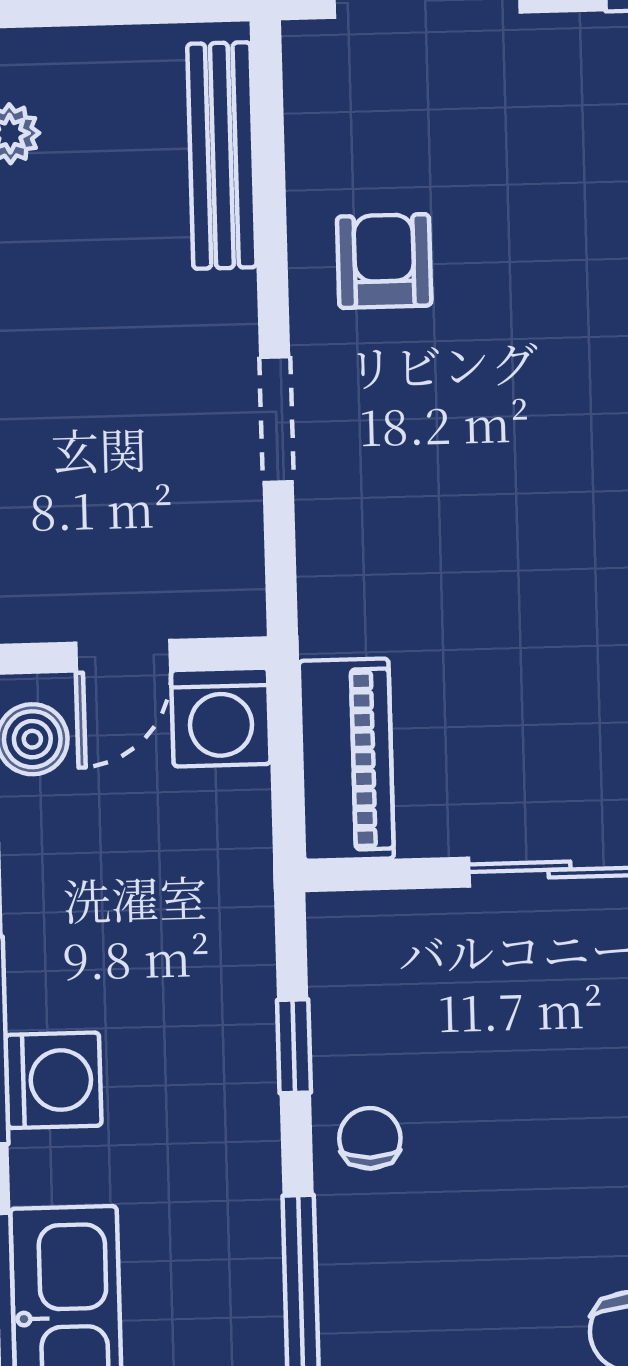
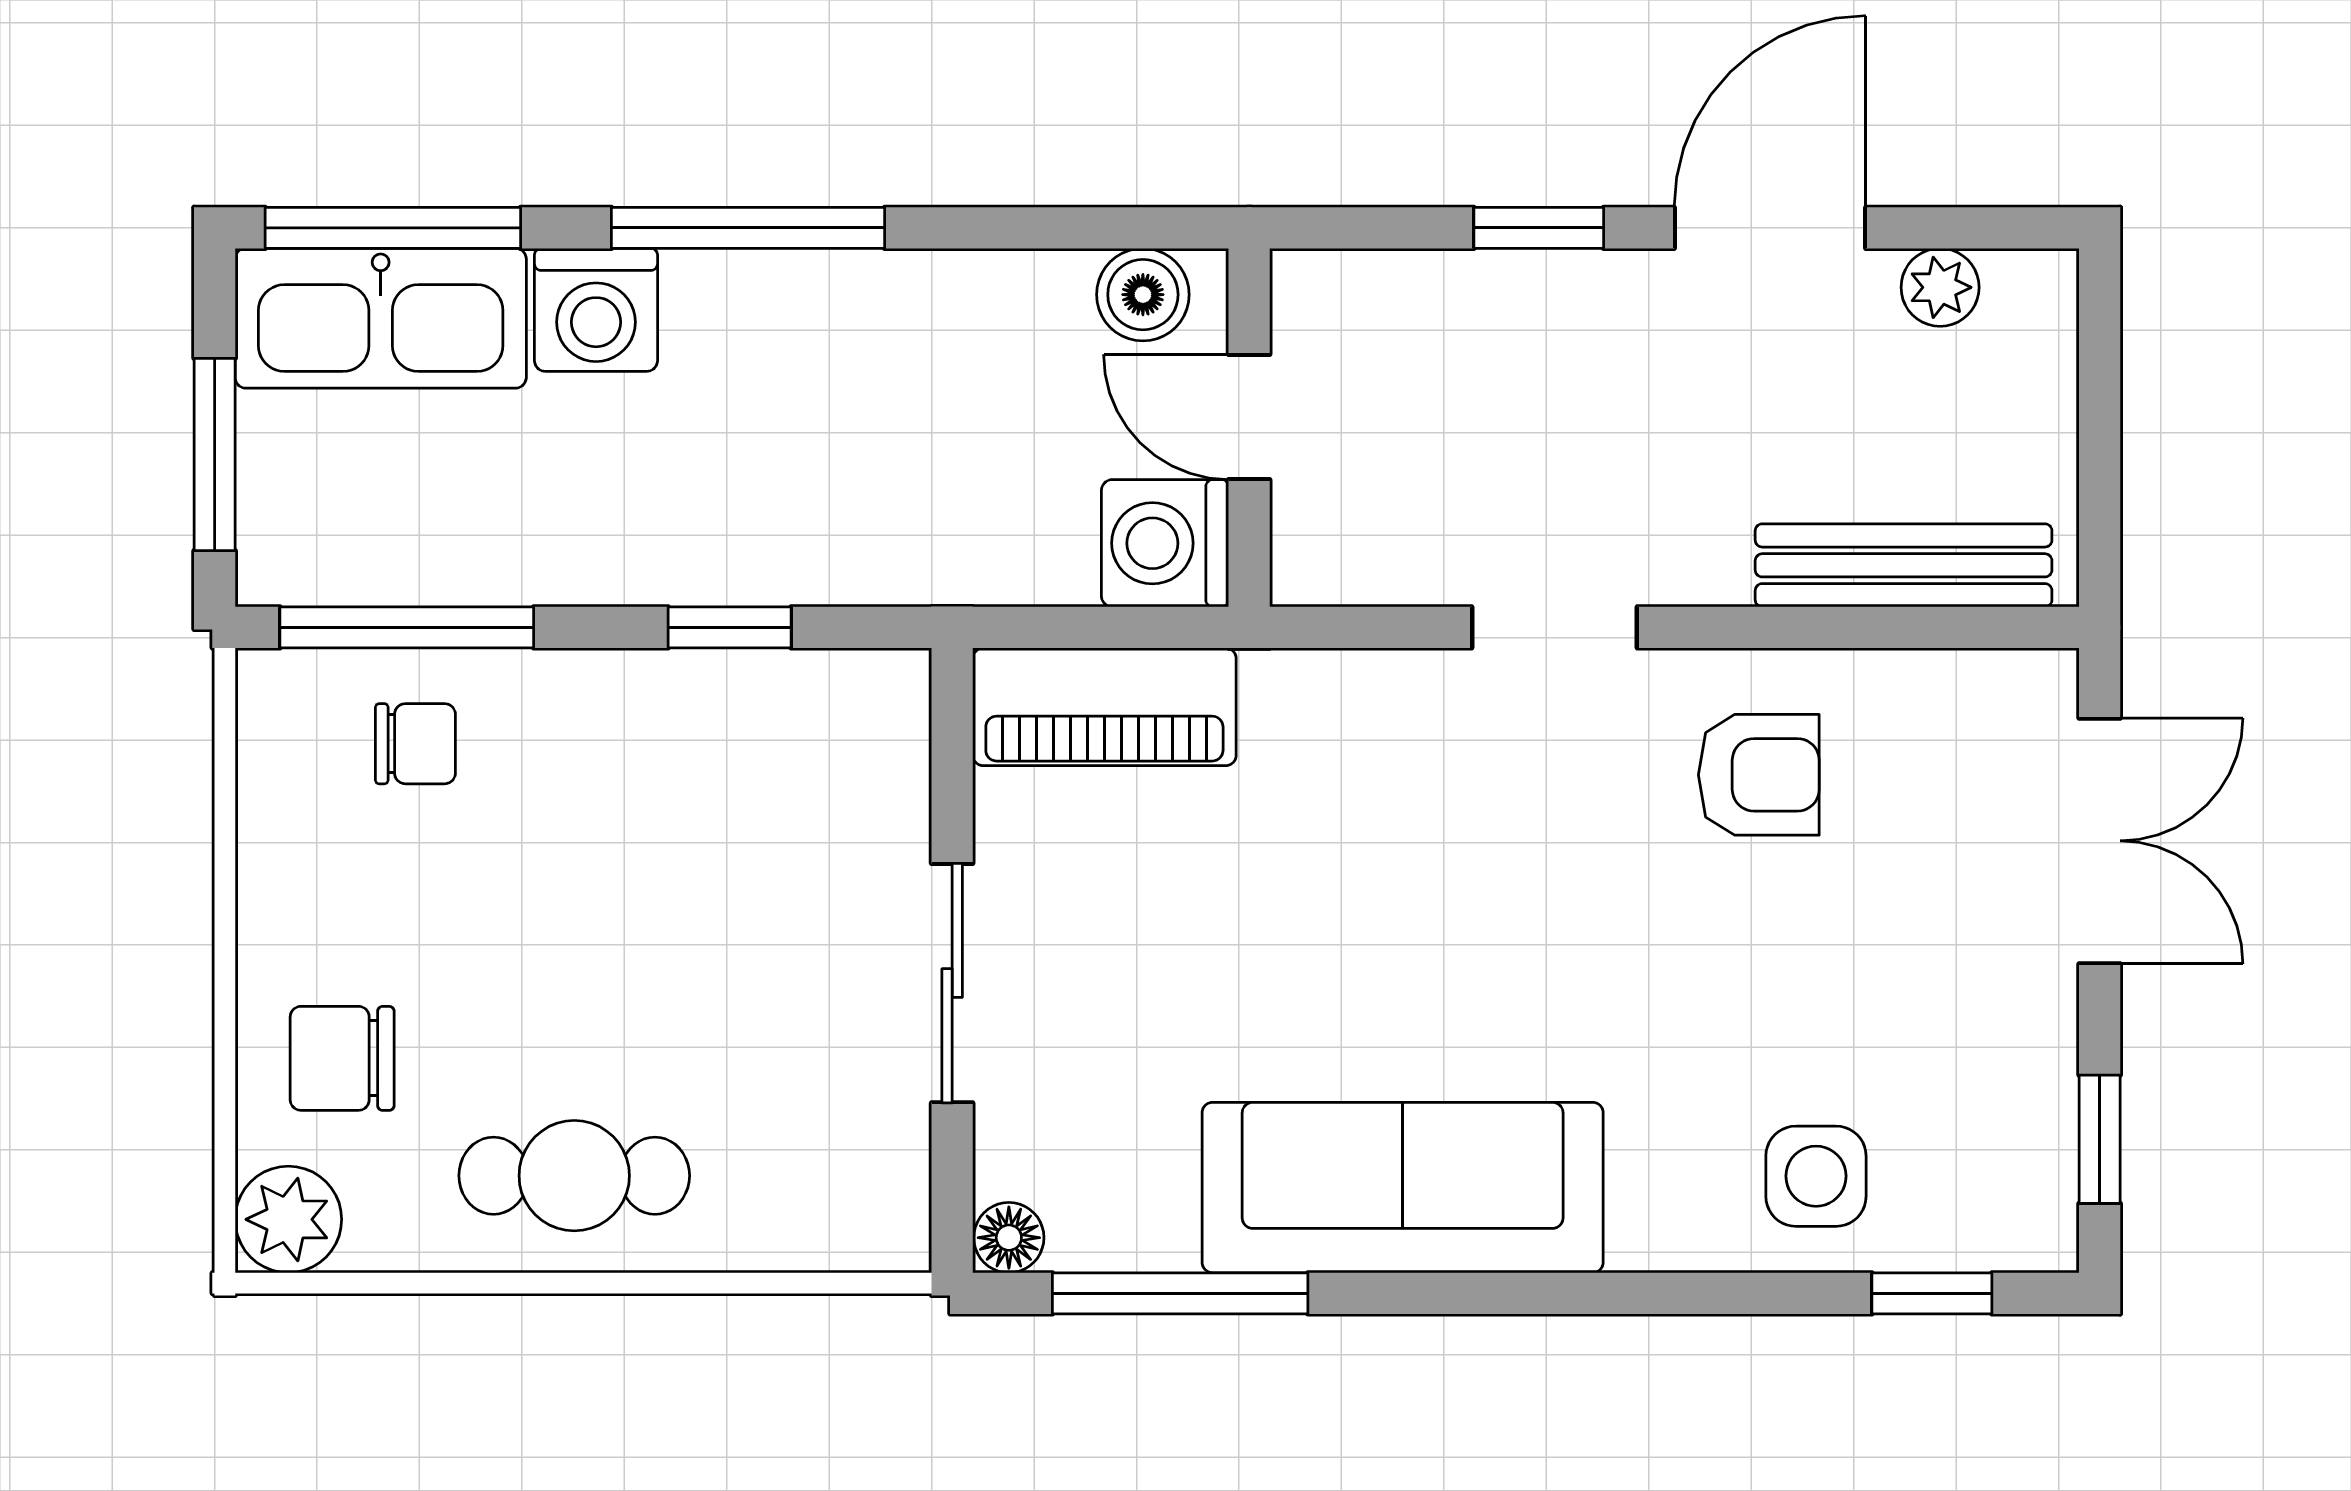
washing machine: (53, 1080) -> (596, 310), moved
chair: (370, 1138) -> (415, 744), moved

